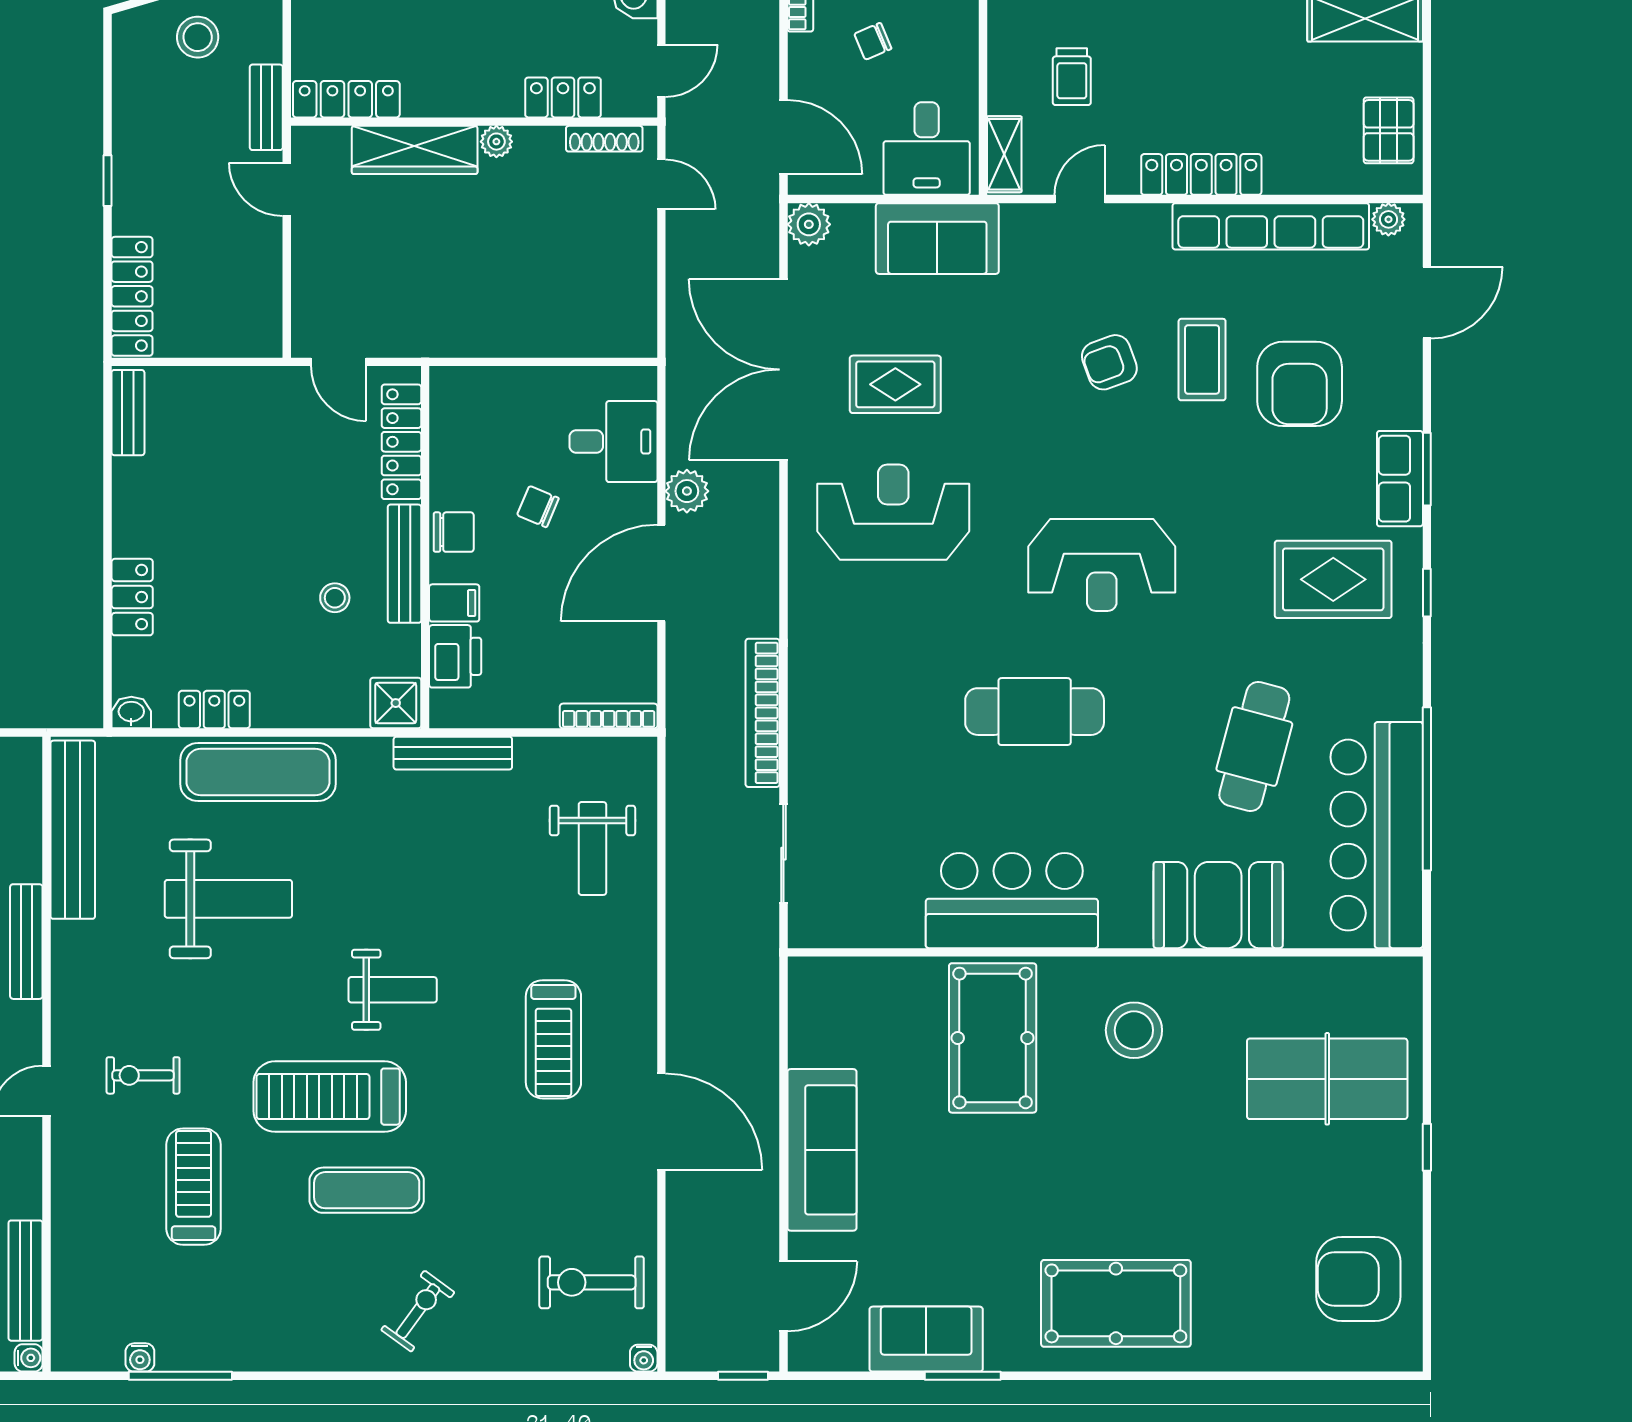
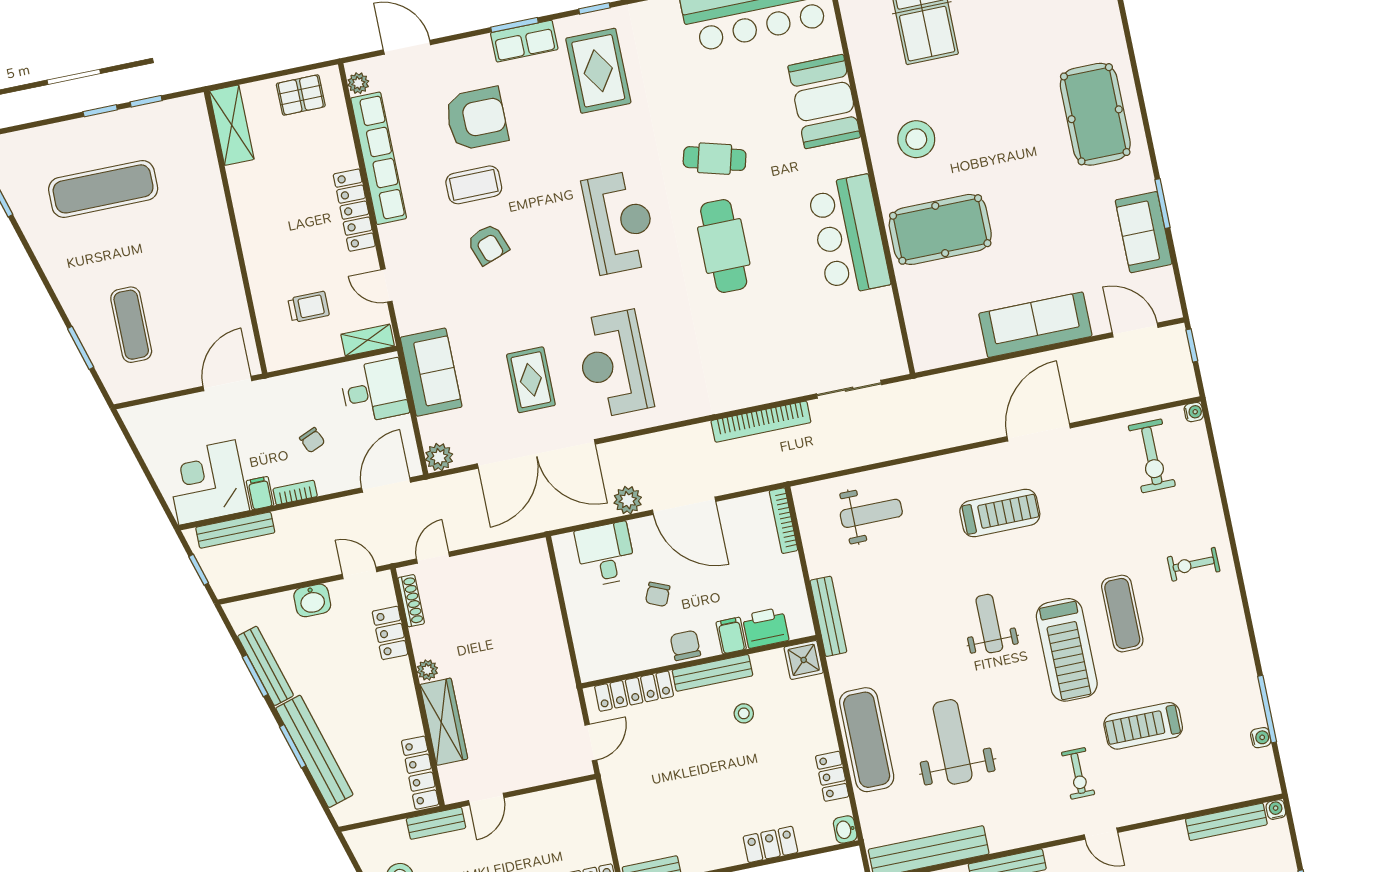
cafe table: (1254, 747) -> (715, 159), moved, width x0.73, depth x0.74
exercise bike: (418, 1311) -> (1194, 564), turned -36

